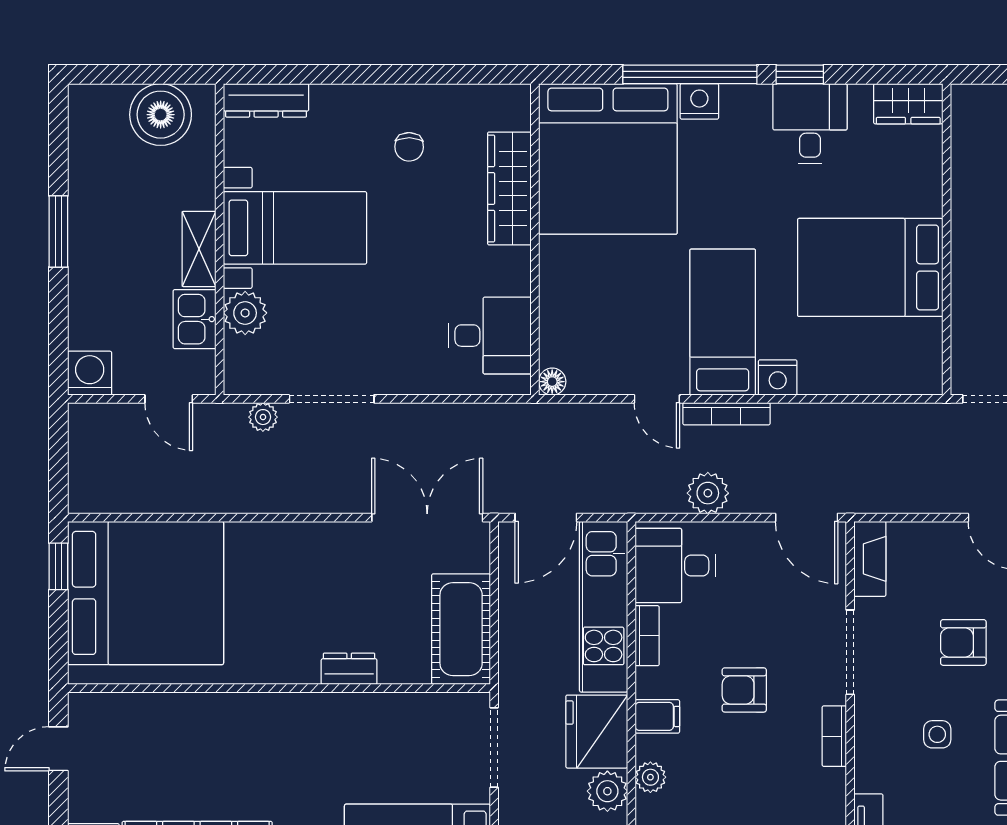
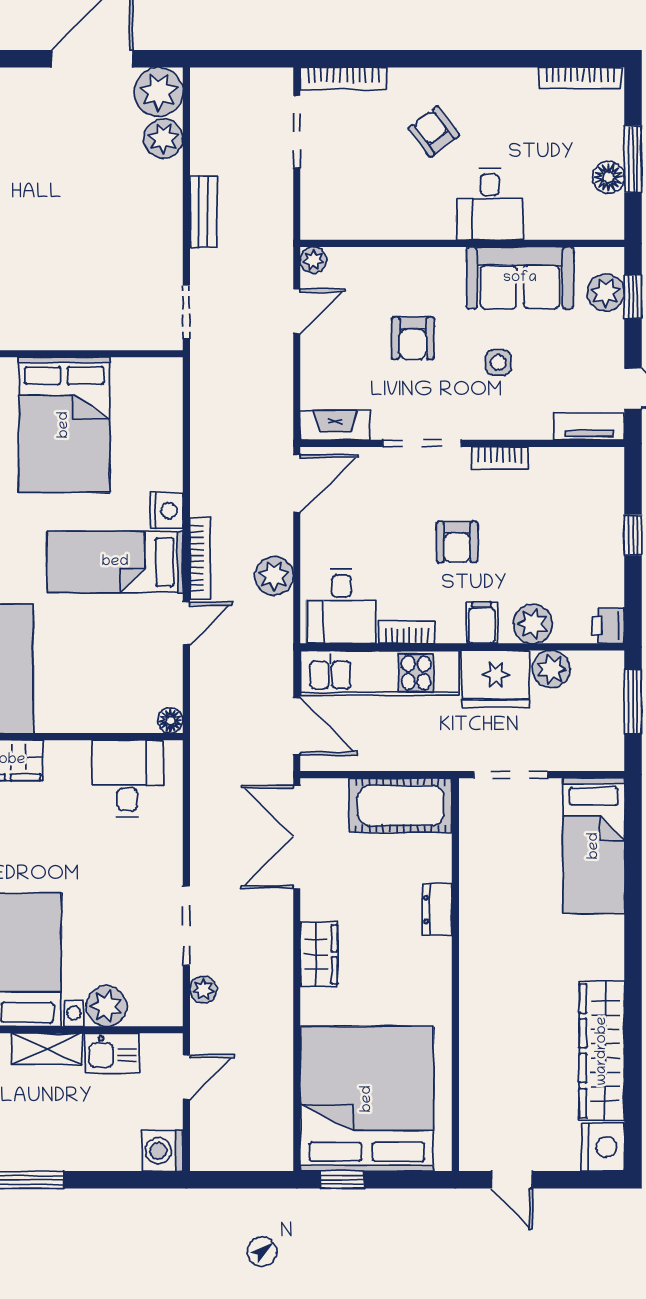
wardrobe: (301, 541) -> (319, 954), added
plant: (650, 777) -> (533, 624), width x1.38, depth x1.38

